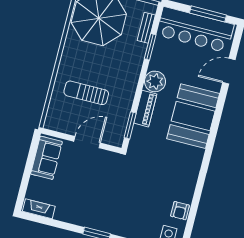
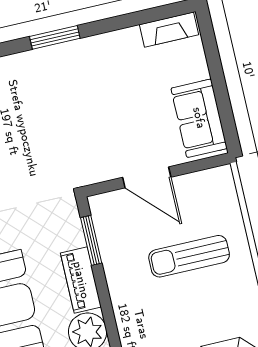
sun lounger: (86, 93) -> (189, 256), turned 180
door: (87, 142) -> (147, 177), hinge flipped

